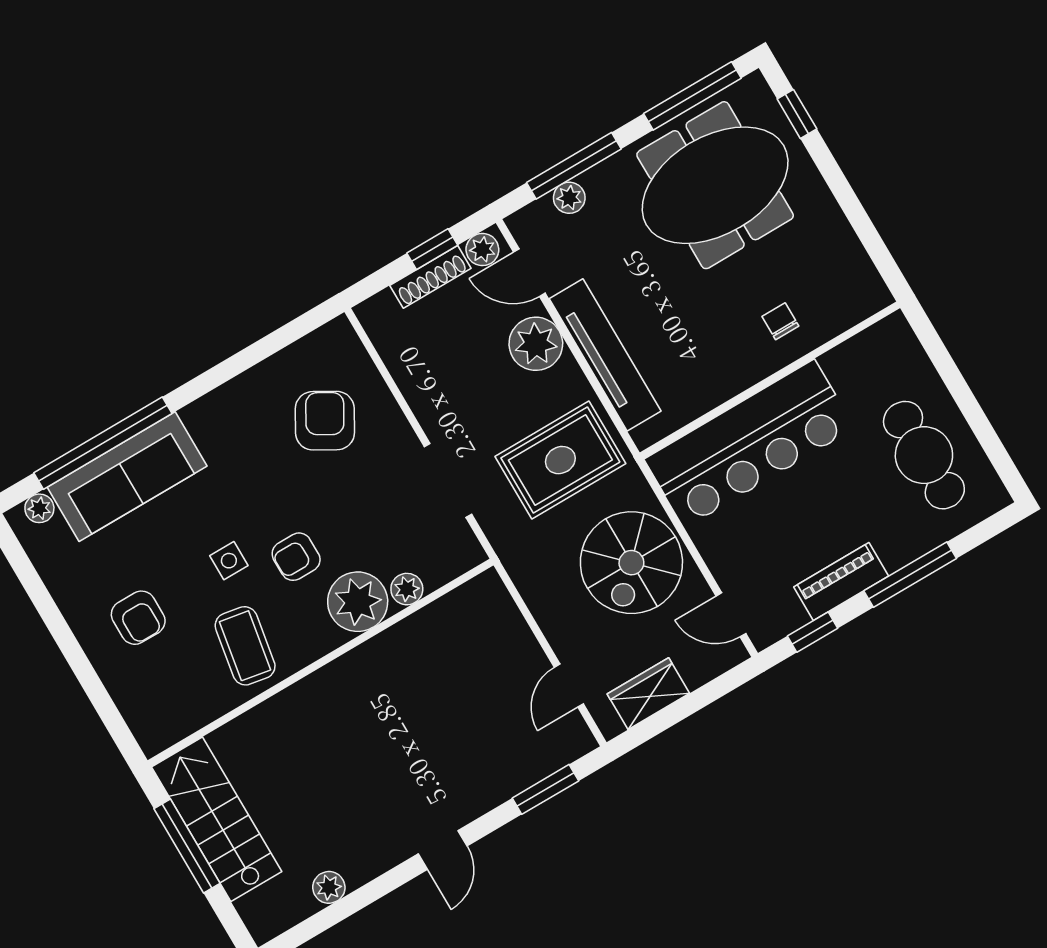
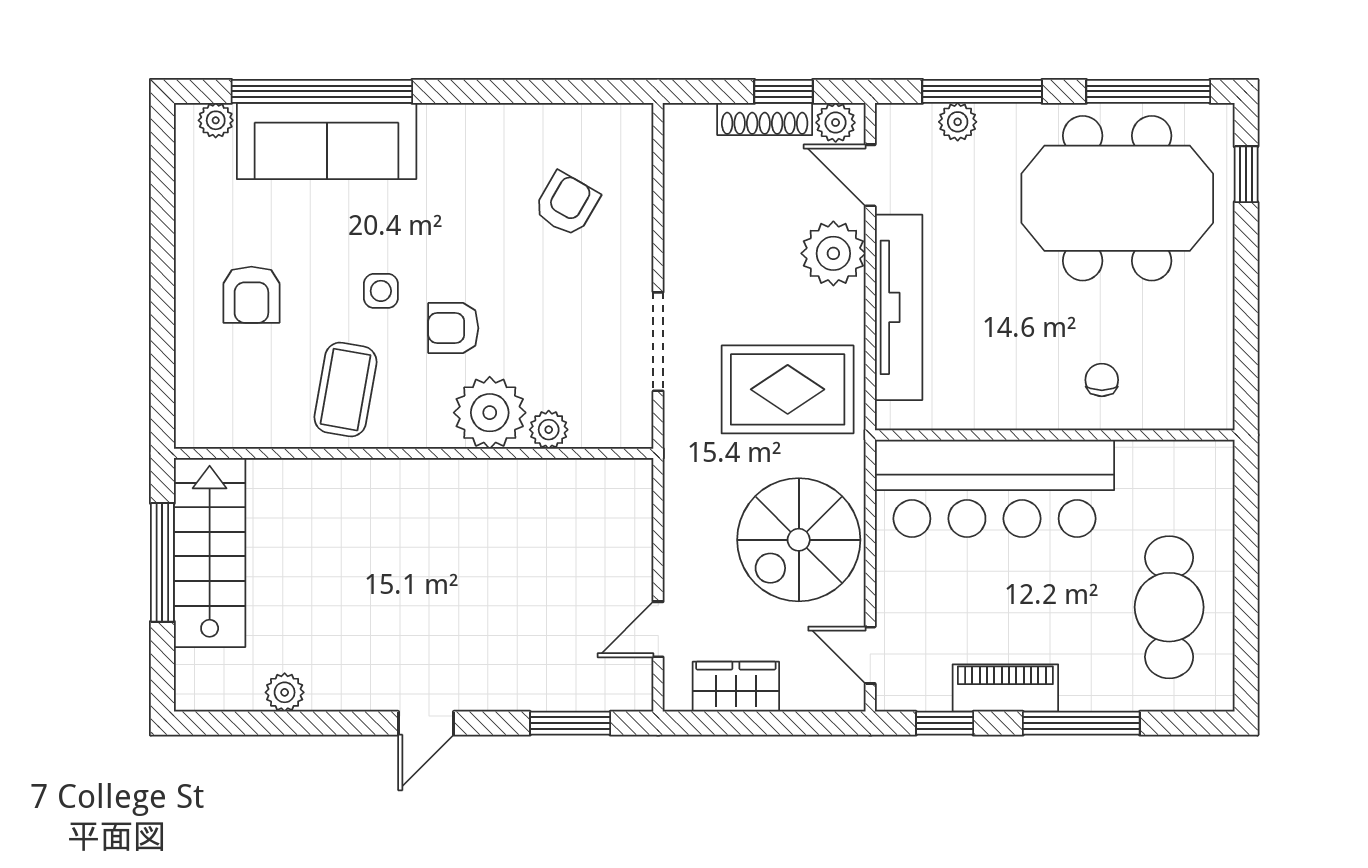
armchair: (325, 421) -> (567, 204), width x0.72, depth x0.72

